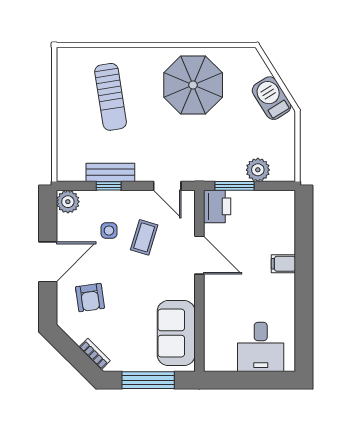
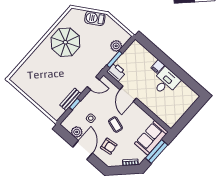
sun lounger: (111, 97) -> (44, 75), removed
plant: (68, 202) -> (77, 132), moved
coffee table: (144, 237) -> (115, 125), moved
door: (199, 255) -> (128, 94), swing flipped
sofa: (176, 333) -> (151, 138), moved, turned 90
desk: (261, 347) -> (166, 82), moved, turned -90

